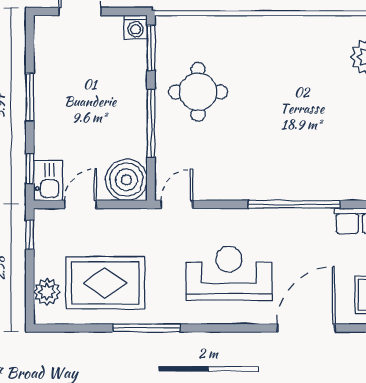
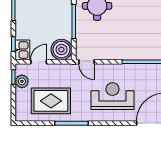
door: (177, 204) -> (87, 62), swing flipped
plant: (47, 292) -> (22, 81), moved

